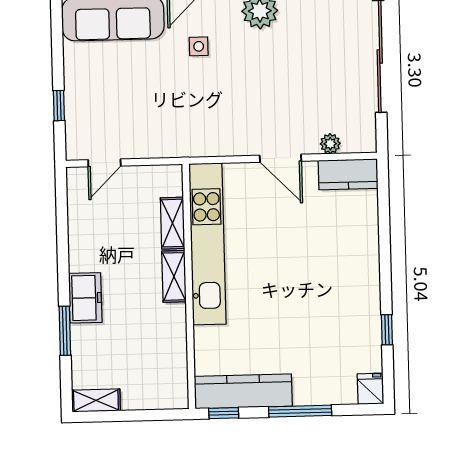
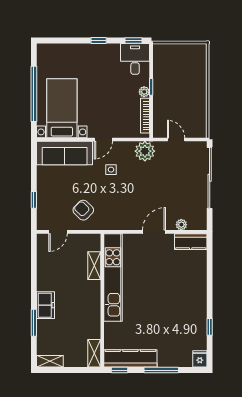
armchair: (150, 122) -> (83, 210), added
door: (280, 158) -> (154, 232), swing flipped
shelving: (174, 276) -> (94, 353), moved

